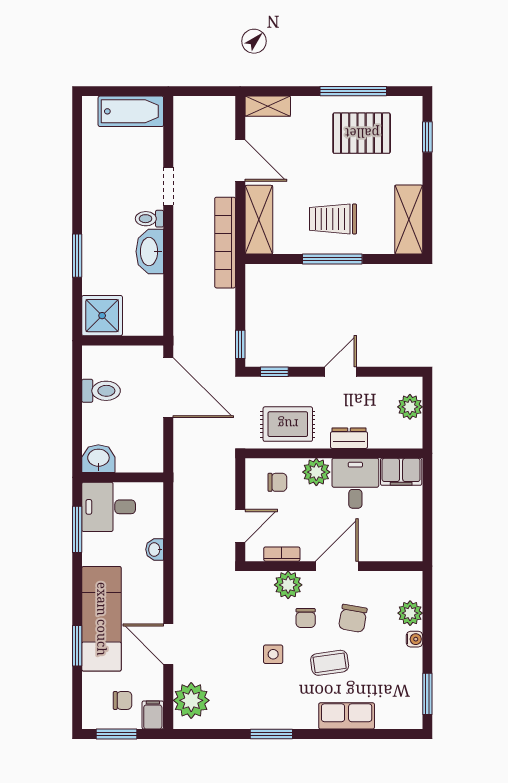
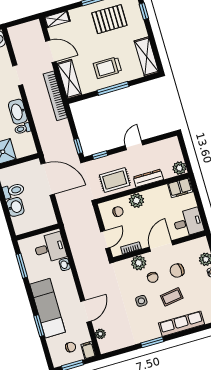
toilet: (149, 219) -> (23, 129), moved
plant: (410, 407) -> (179, 168), moved
dresser: (349, 438) -> (148, 178), width x1.44
washbasin: (98, 459) -> (15, 207), moved, turned 90
desk: (355, 483) -> (188, 222), moved, turned 90
desk: (109, 507) -> (50, 248), moved, turned 180
chair: (353, 618) -> (177, 271), turned 76
door: (168, 644) -> (86, 311), swing flipped
plant: (191, 700) -> (100, 334), width x0.53, depth x0.53
row of seats: (347, 716) -> (182, 324), width x1.48

